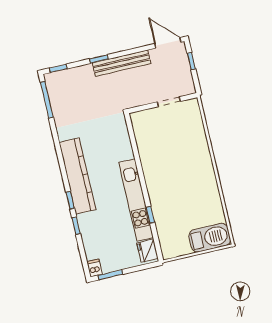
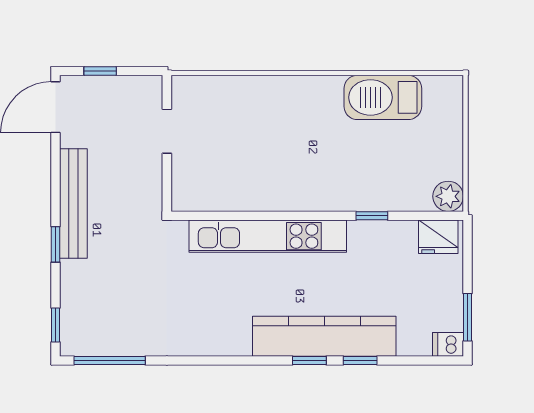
kitchen counter: (77, 176) -> (324, 336), moved
kitchen unit: (136, 200) -> (268, 236), moved
barbecue: (210, 238) -> (383, 97), moved, turned -90
plant: (169, 251) -> (448, 196), added

